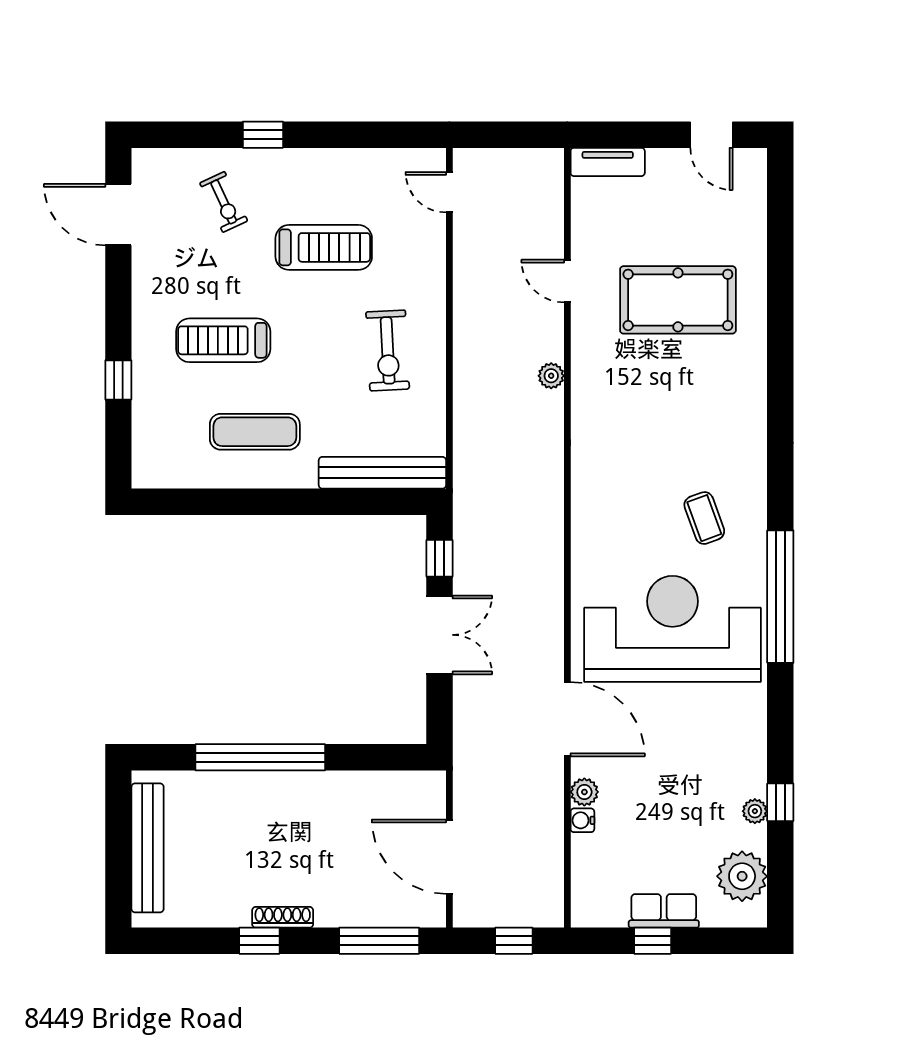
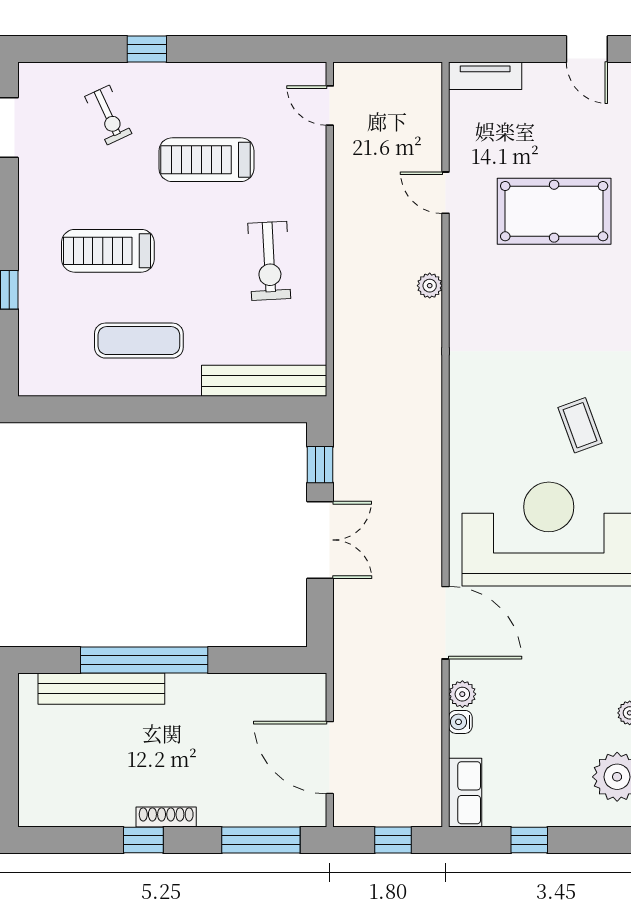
treadmill: (324, 247) -> (206, 160), turned 180
bench: (148, 848) -> (101, 689), moved, turned 90
row of seats: (664, 911) -> (465, 793), moved, turned 90

